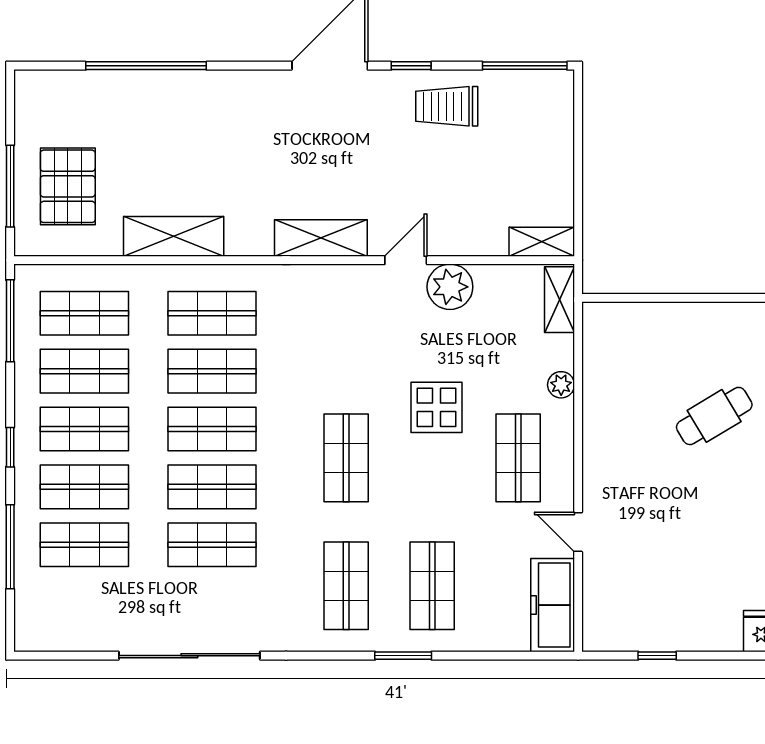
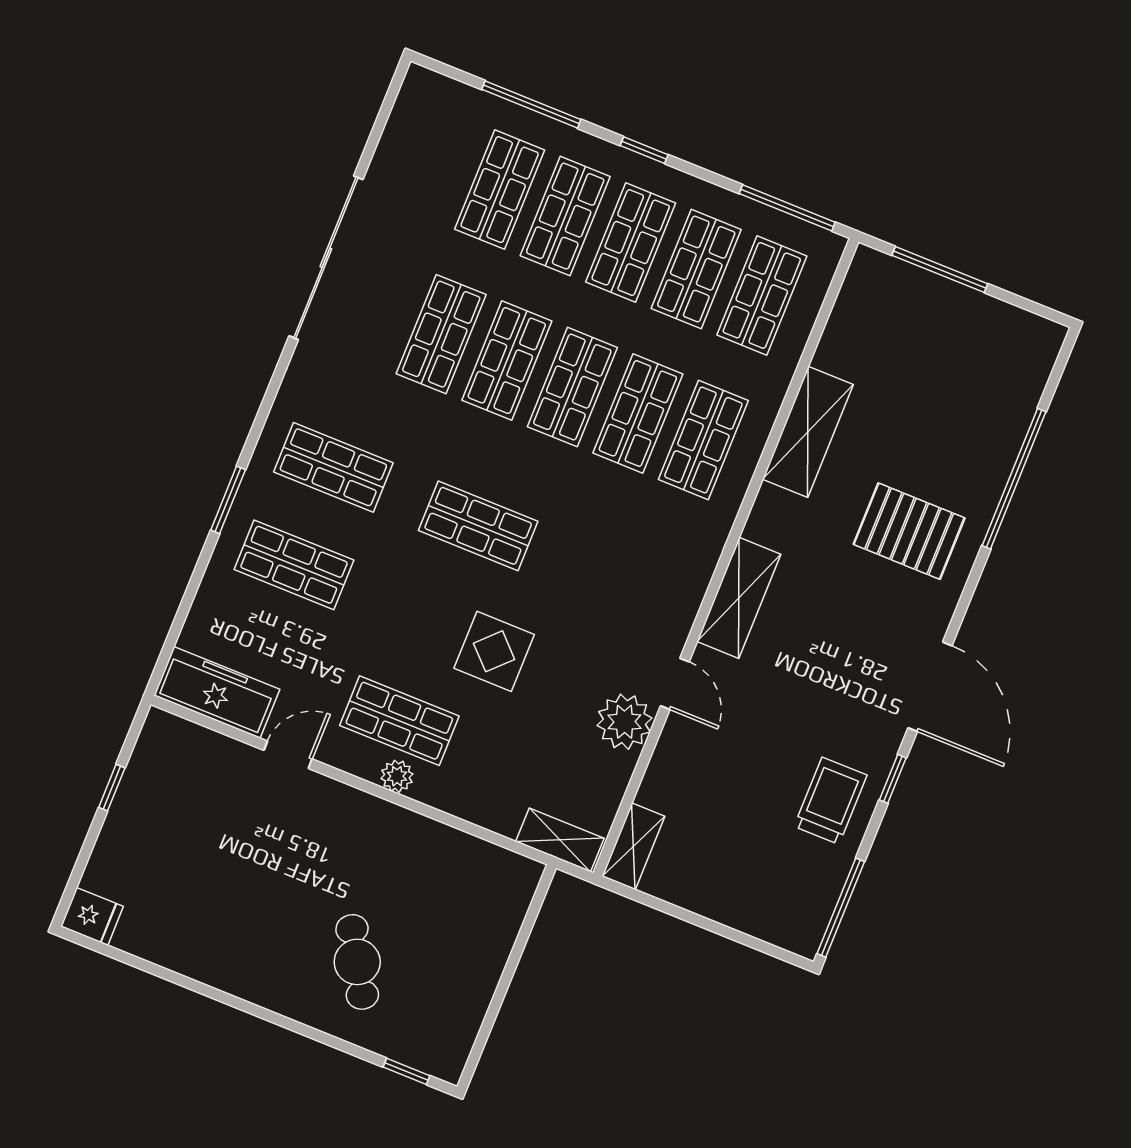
pallet: (68, 186) -> (909, 531), moved
plant: (561, 385) -> (397, 776), moved

